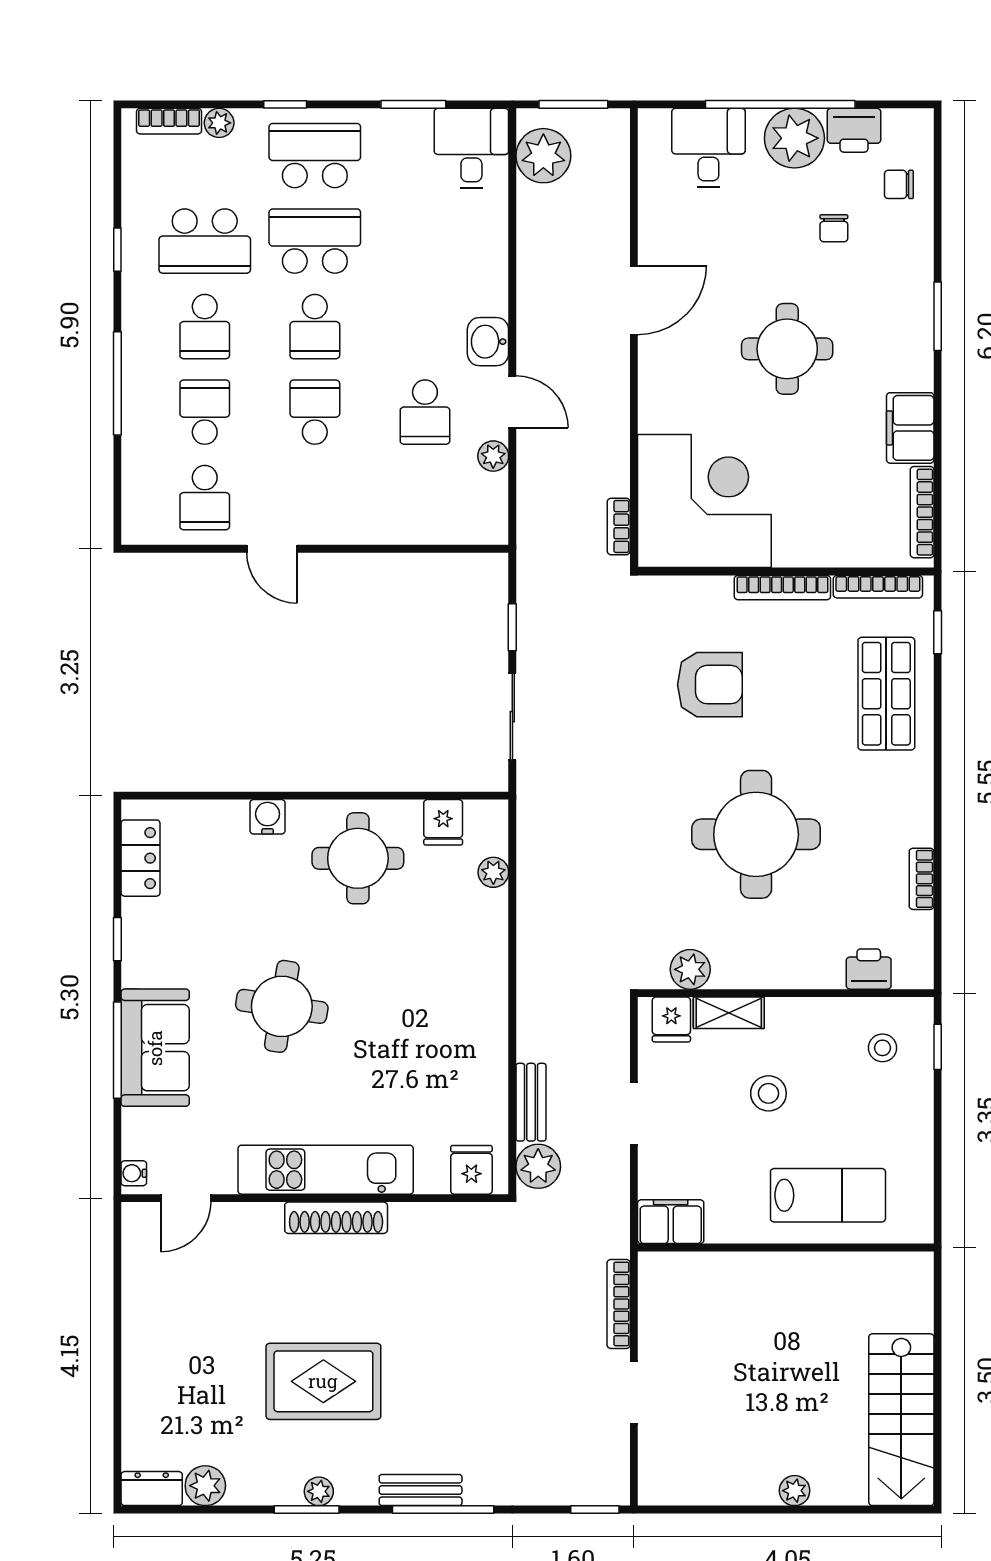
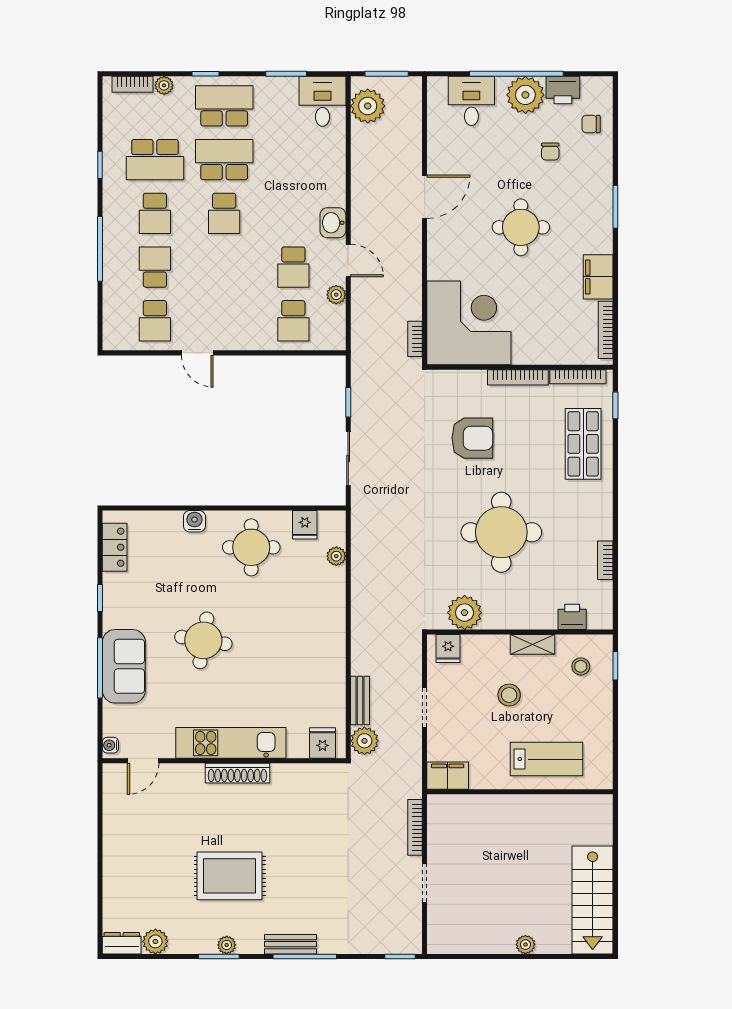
school desk: (315, 412) -> (293, 321), moved, turned 180
plant: (690, 969) -> (465, 613), width x1.36, depth x1.36
shelving: (729, 1013) -> (532, 644), moved

